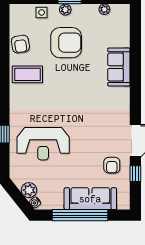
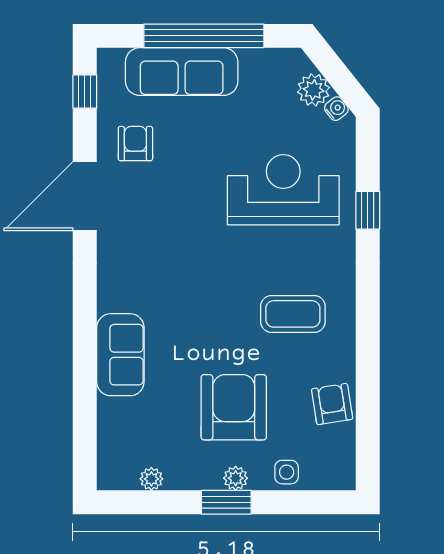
armchair: (66, 43) -> (234, 407), turned 90
coffee table: (27, 74) -> (293, 314), moved
window: (135, 174) -> (85, 91), moved
water cooler: (35, 202) -> (336, 109), moved

